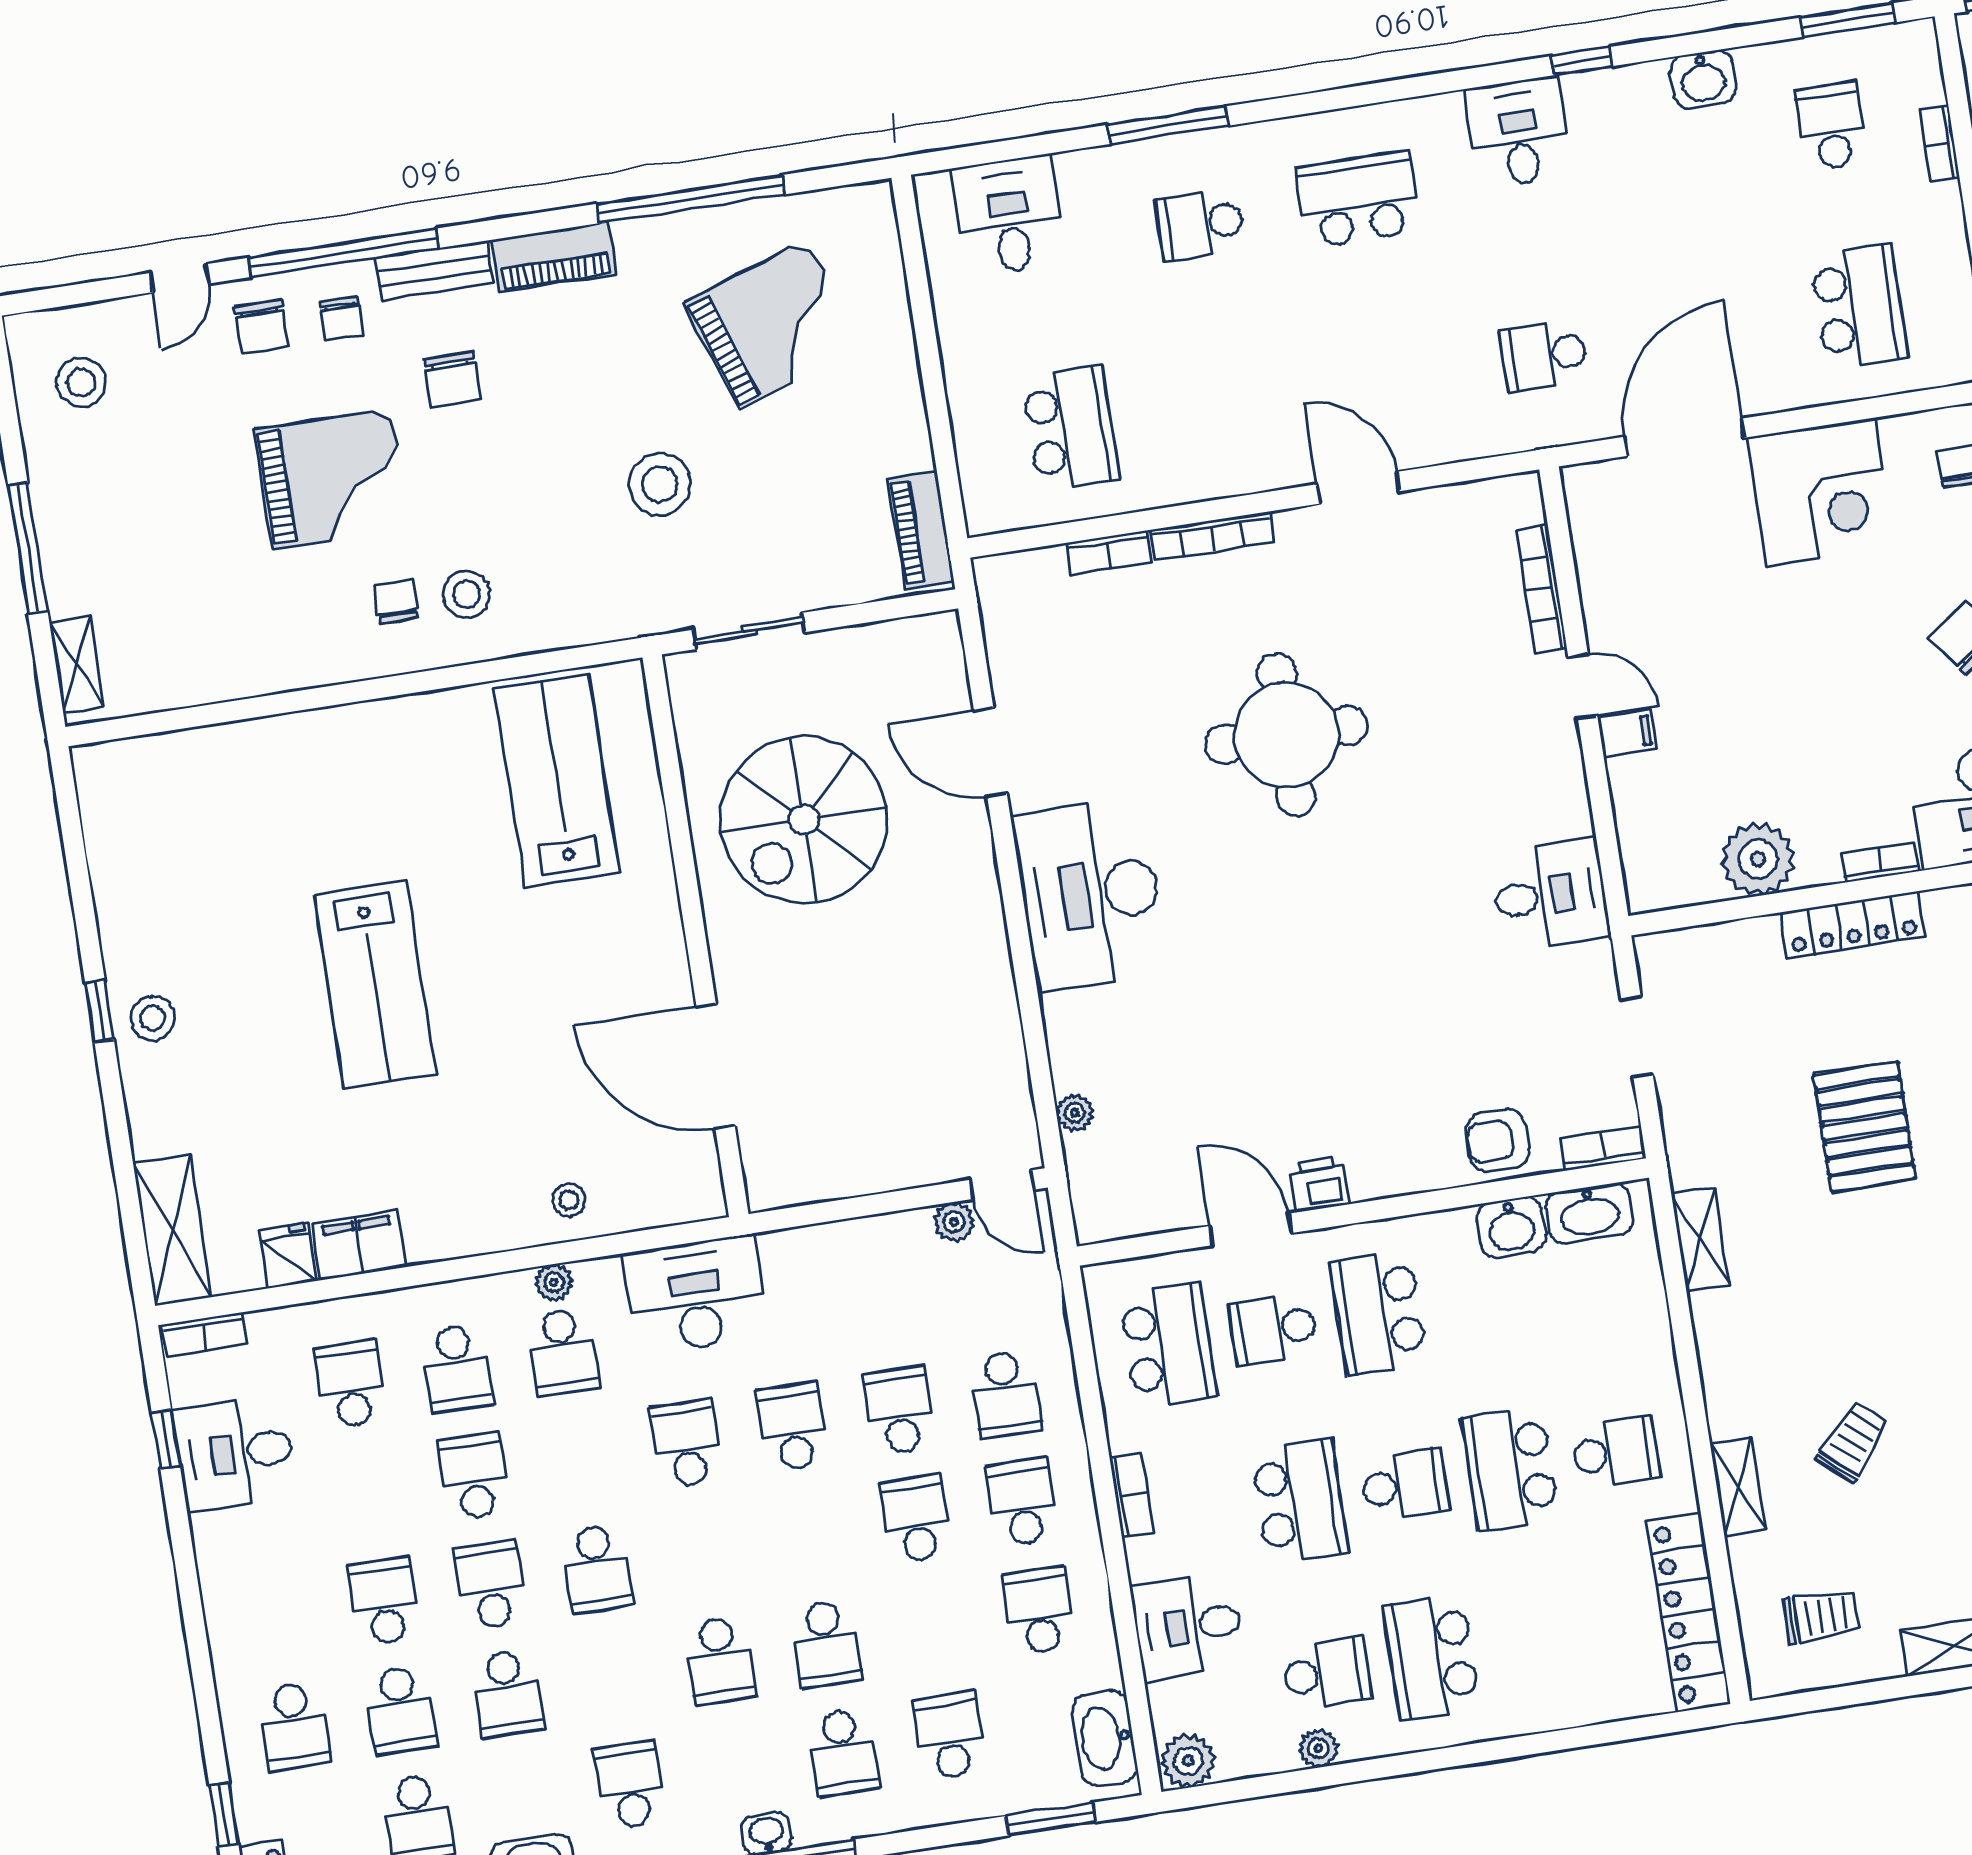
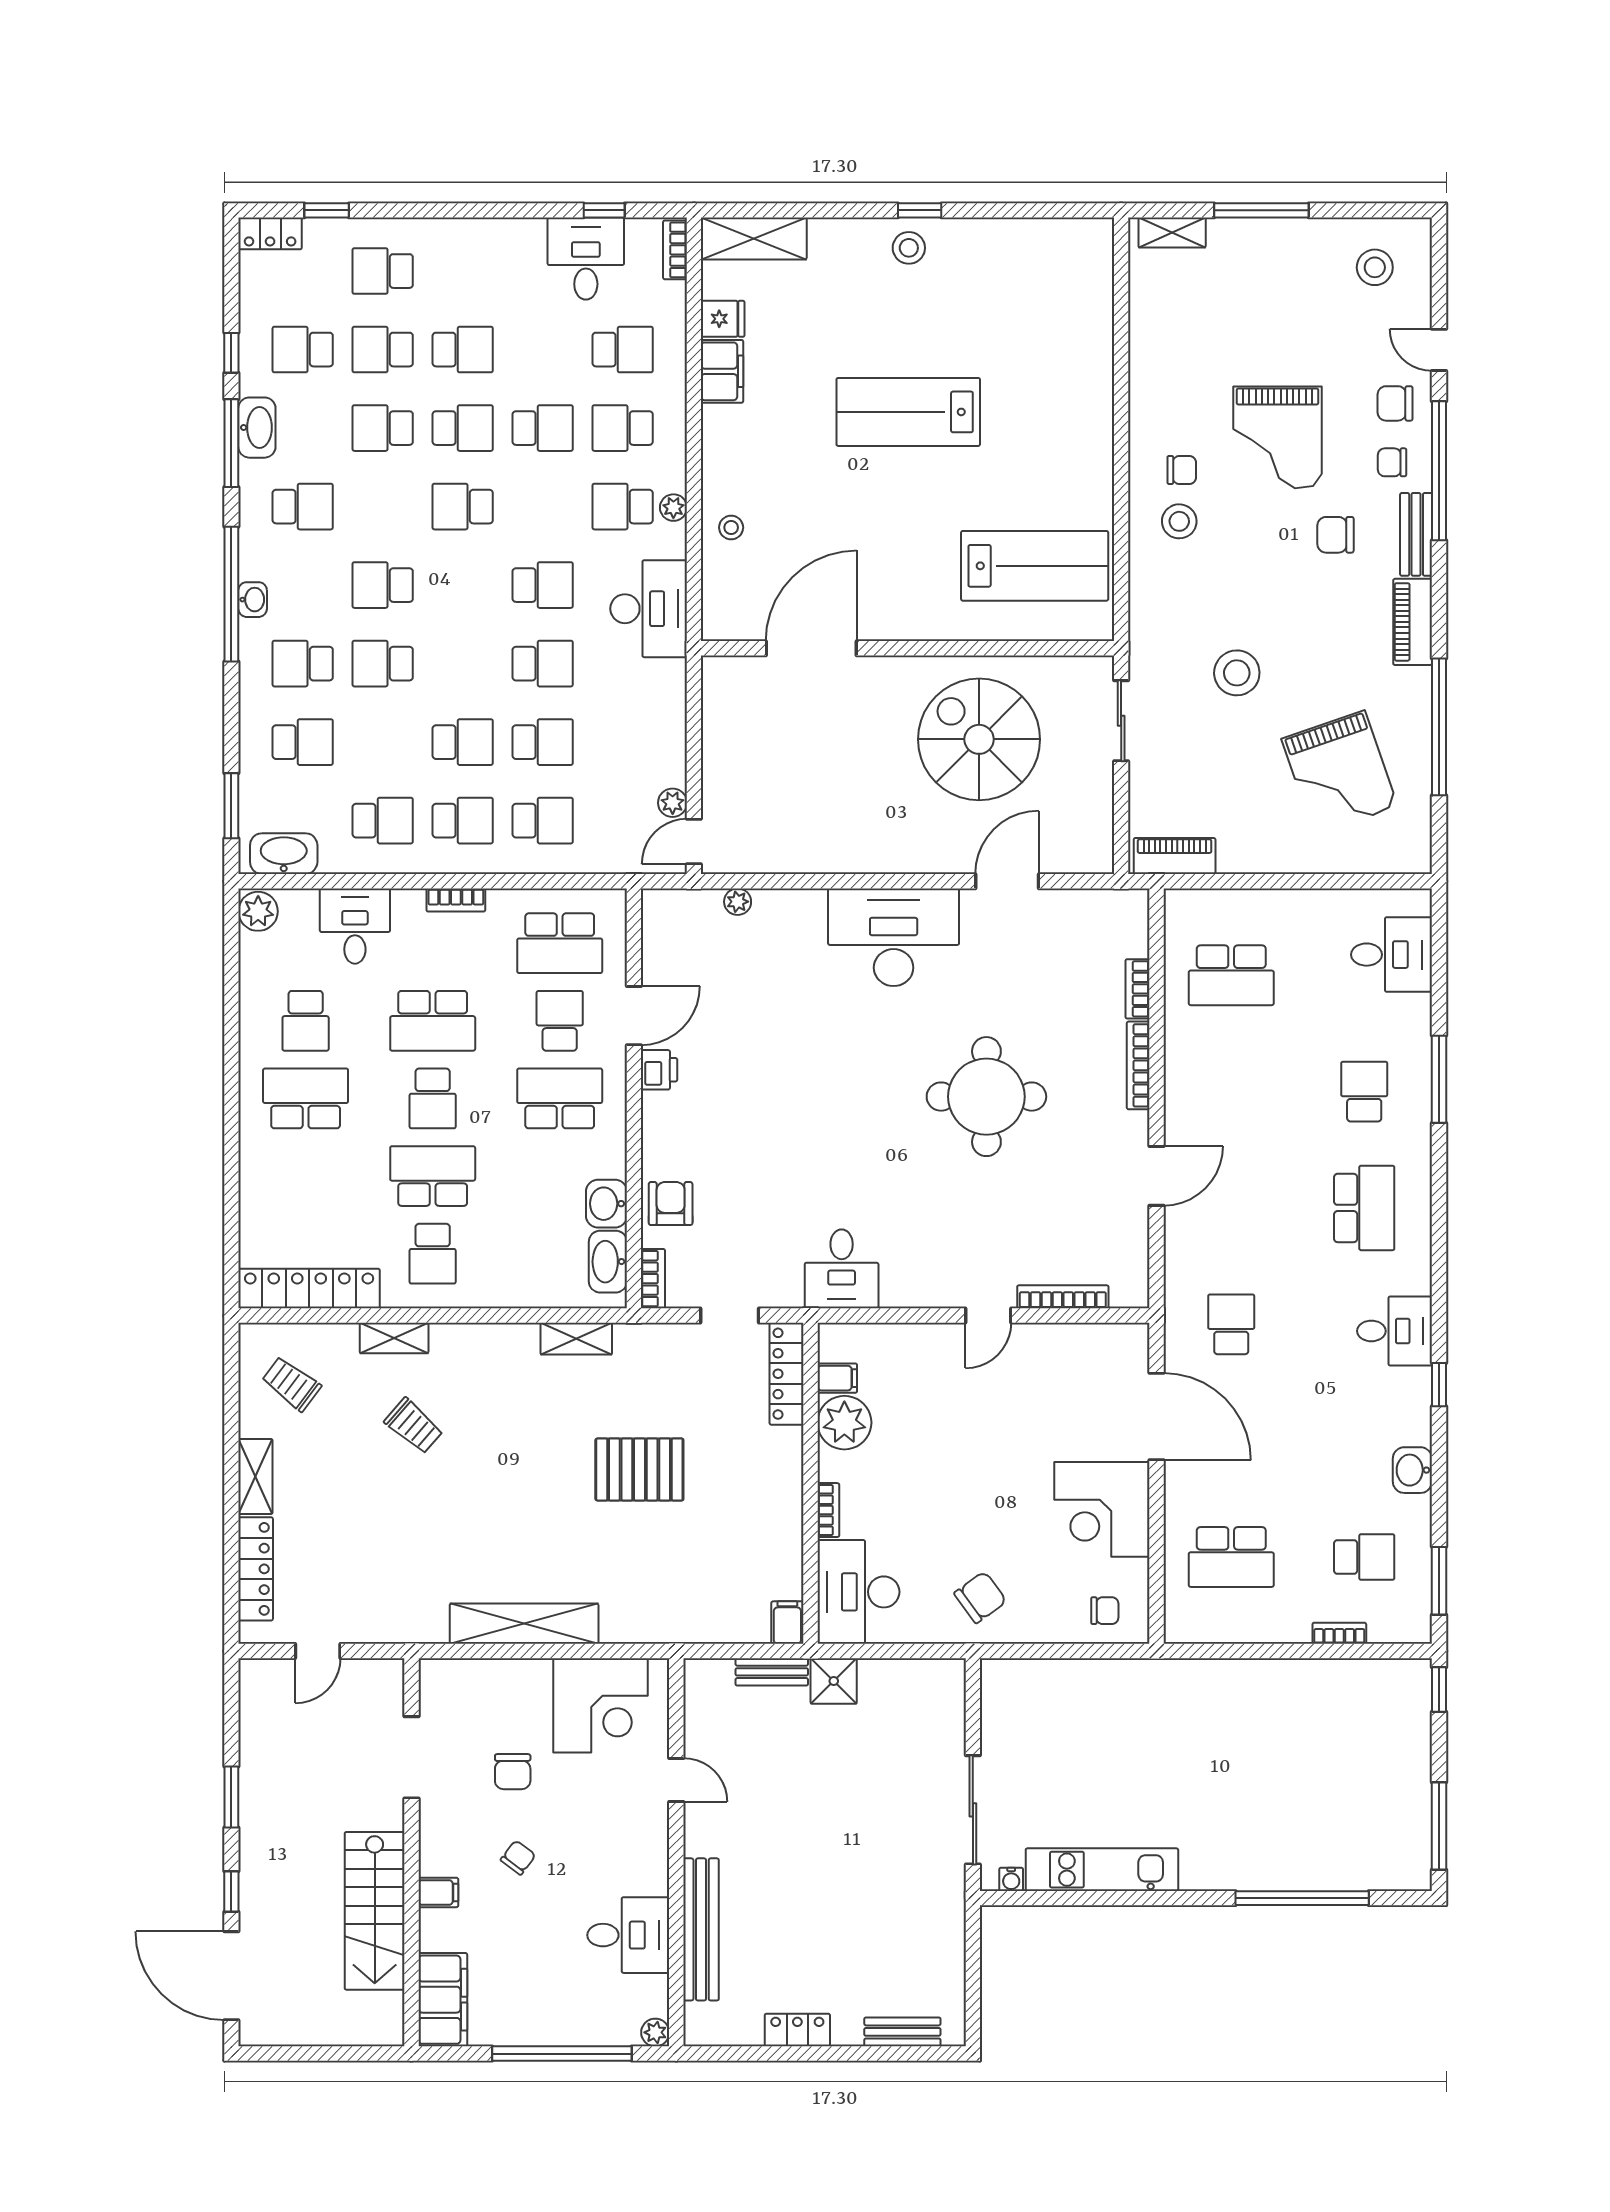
filing cabinet: (1627, 733) -> (837, 1378), moved, turned -90
locker: (1852, 925) -> (786, 1374), moved
school desk: (1006, 1394) -> (543, 821), turned 180
trolley: (1821, 1616) -> (291, 1384), turned 127
plant: (1318, 1748) -> (252, 1006), removed

